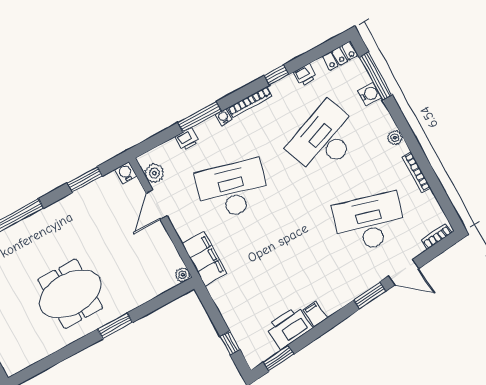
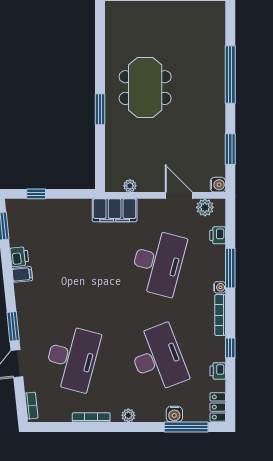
printer: (187, 139) -> (218, 235), moved
plant: (183, 275) -> (130, 186), moved
printer: (289, 327) -> (19, 257), width x0.53, depth x0.68

